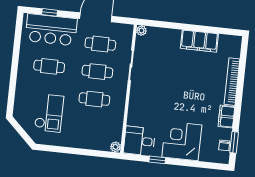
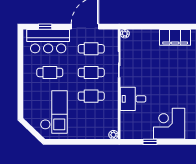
checkout: (49, 113) -> (54, 112), width x1.36, depth x1.21
desk: (139, 141) -> (133, 99), moved

